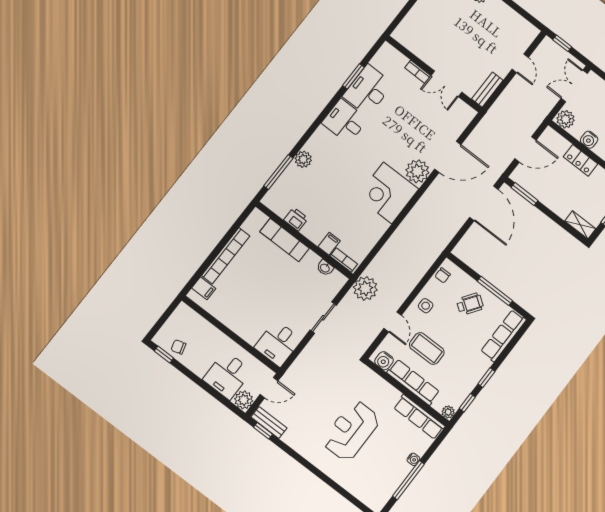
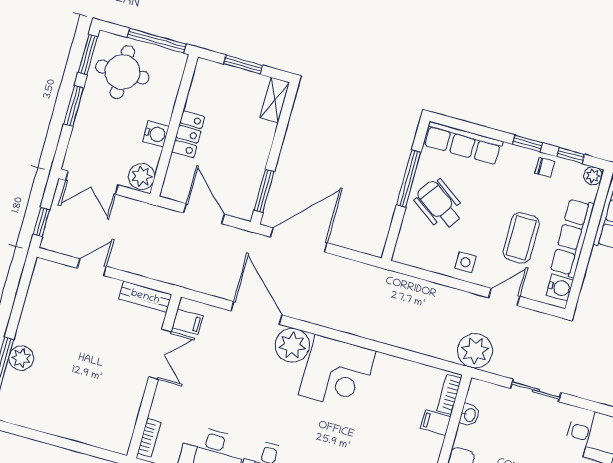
bookcase: (418, 72) -> (149, 438), moved
filing cabinet: (460, 110) -> (188, 322), added
chair: (443, 275) -> (545, 167), moved
wheelchair: (470, 304) -> (439, 204), width x1.36, depth x1.37

